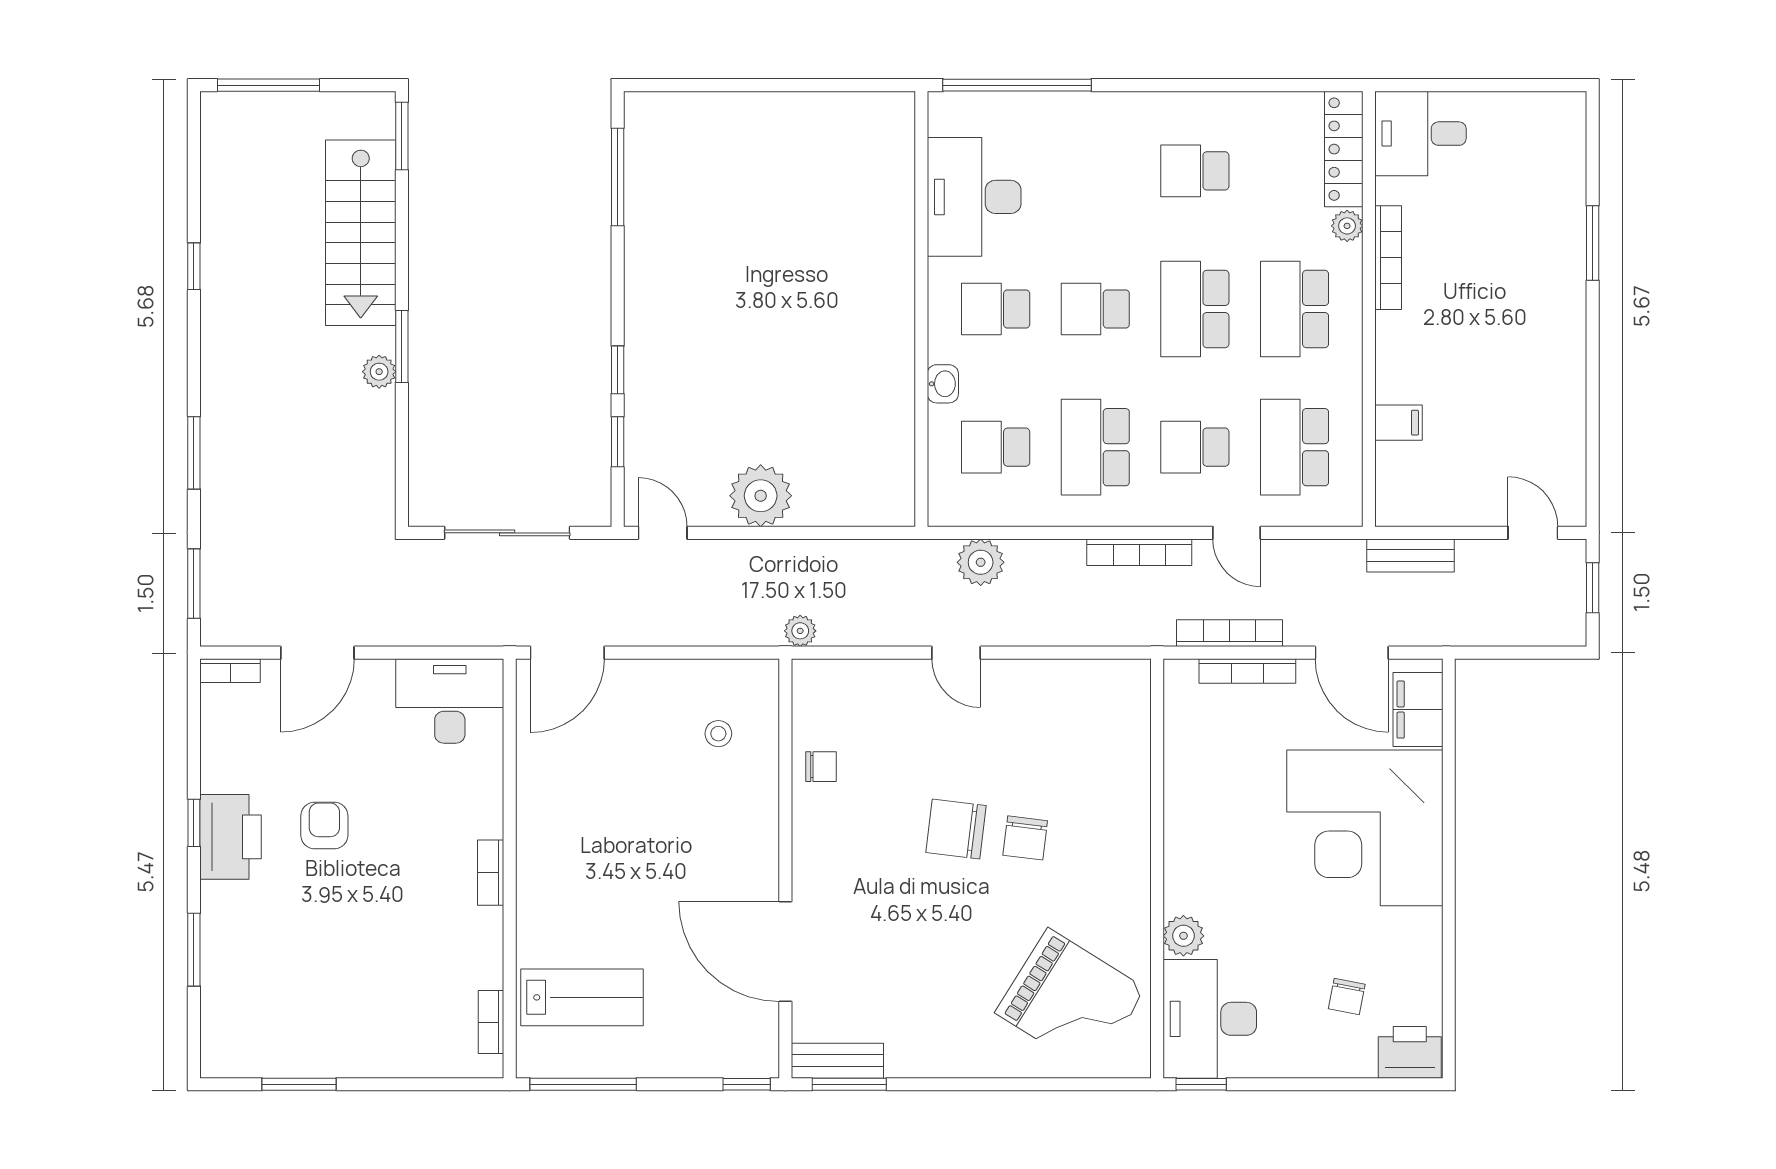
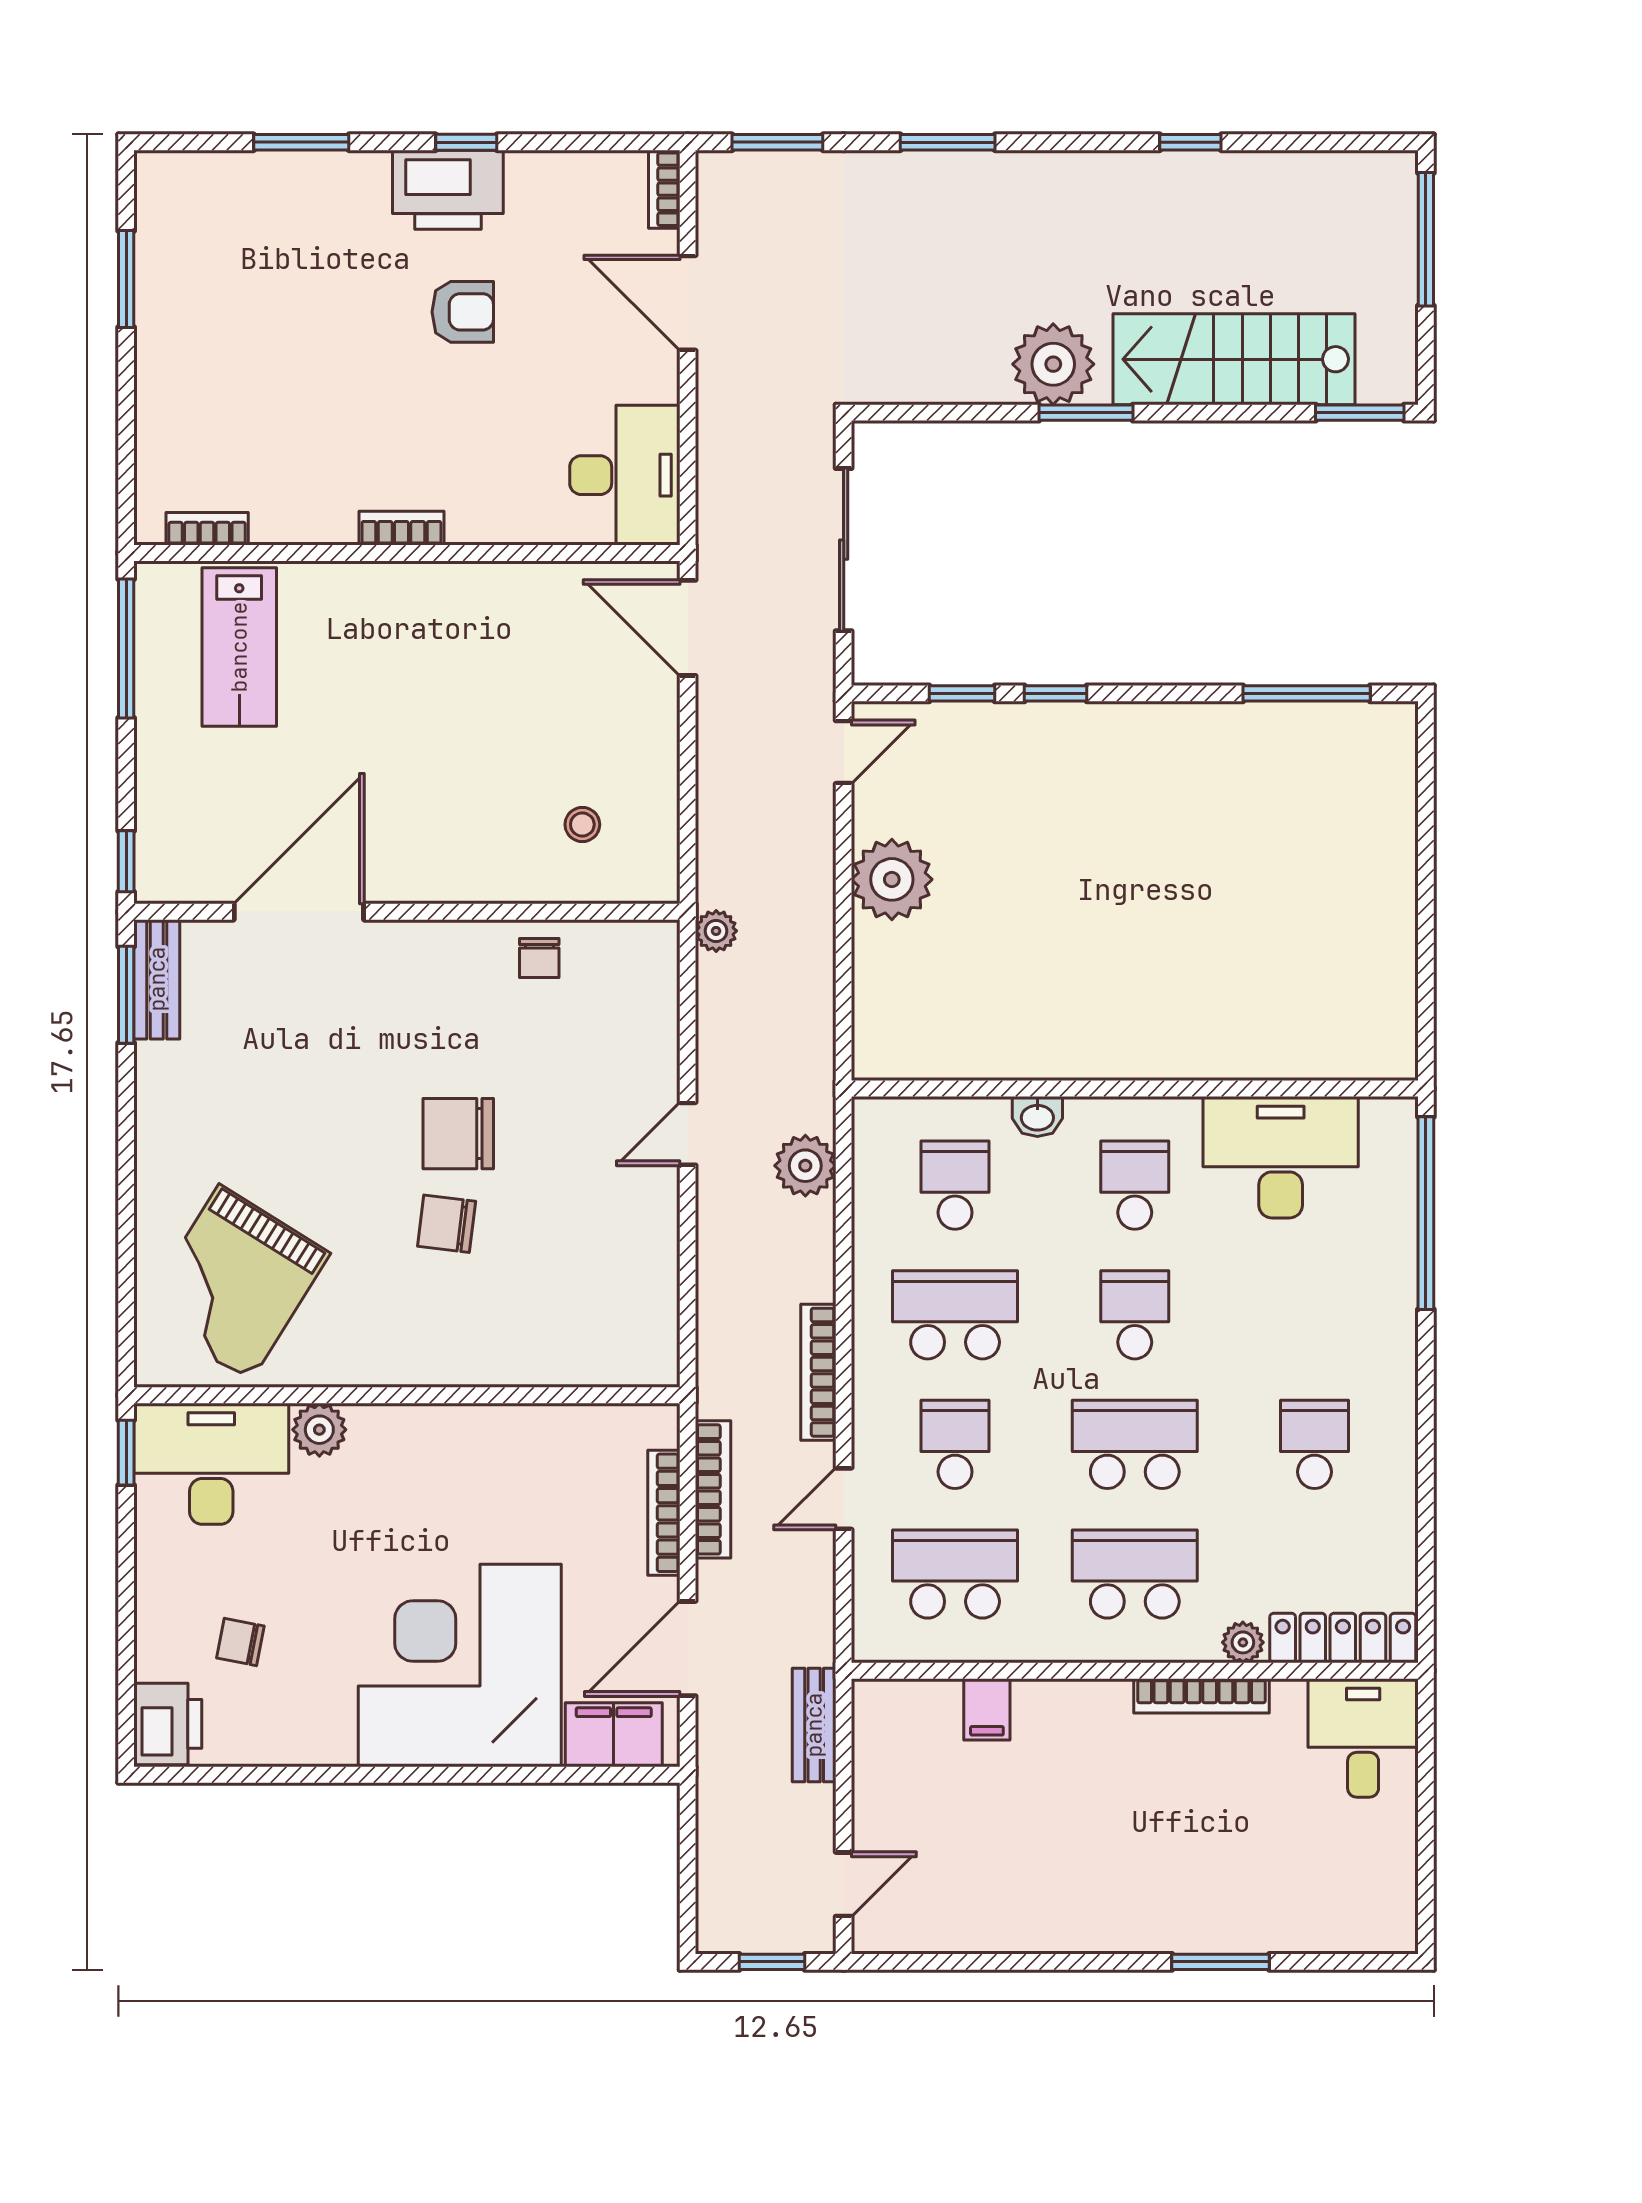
plant: (379, 372) -> (1053, 364), width x1.88, depth x1.88
chair: (956, 829) -> (458, 1134), turned -97

